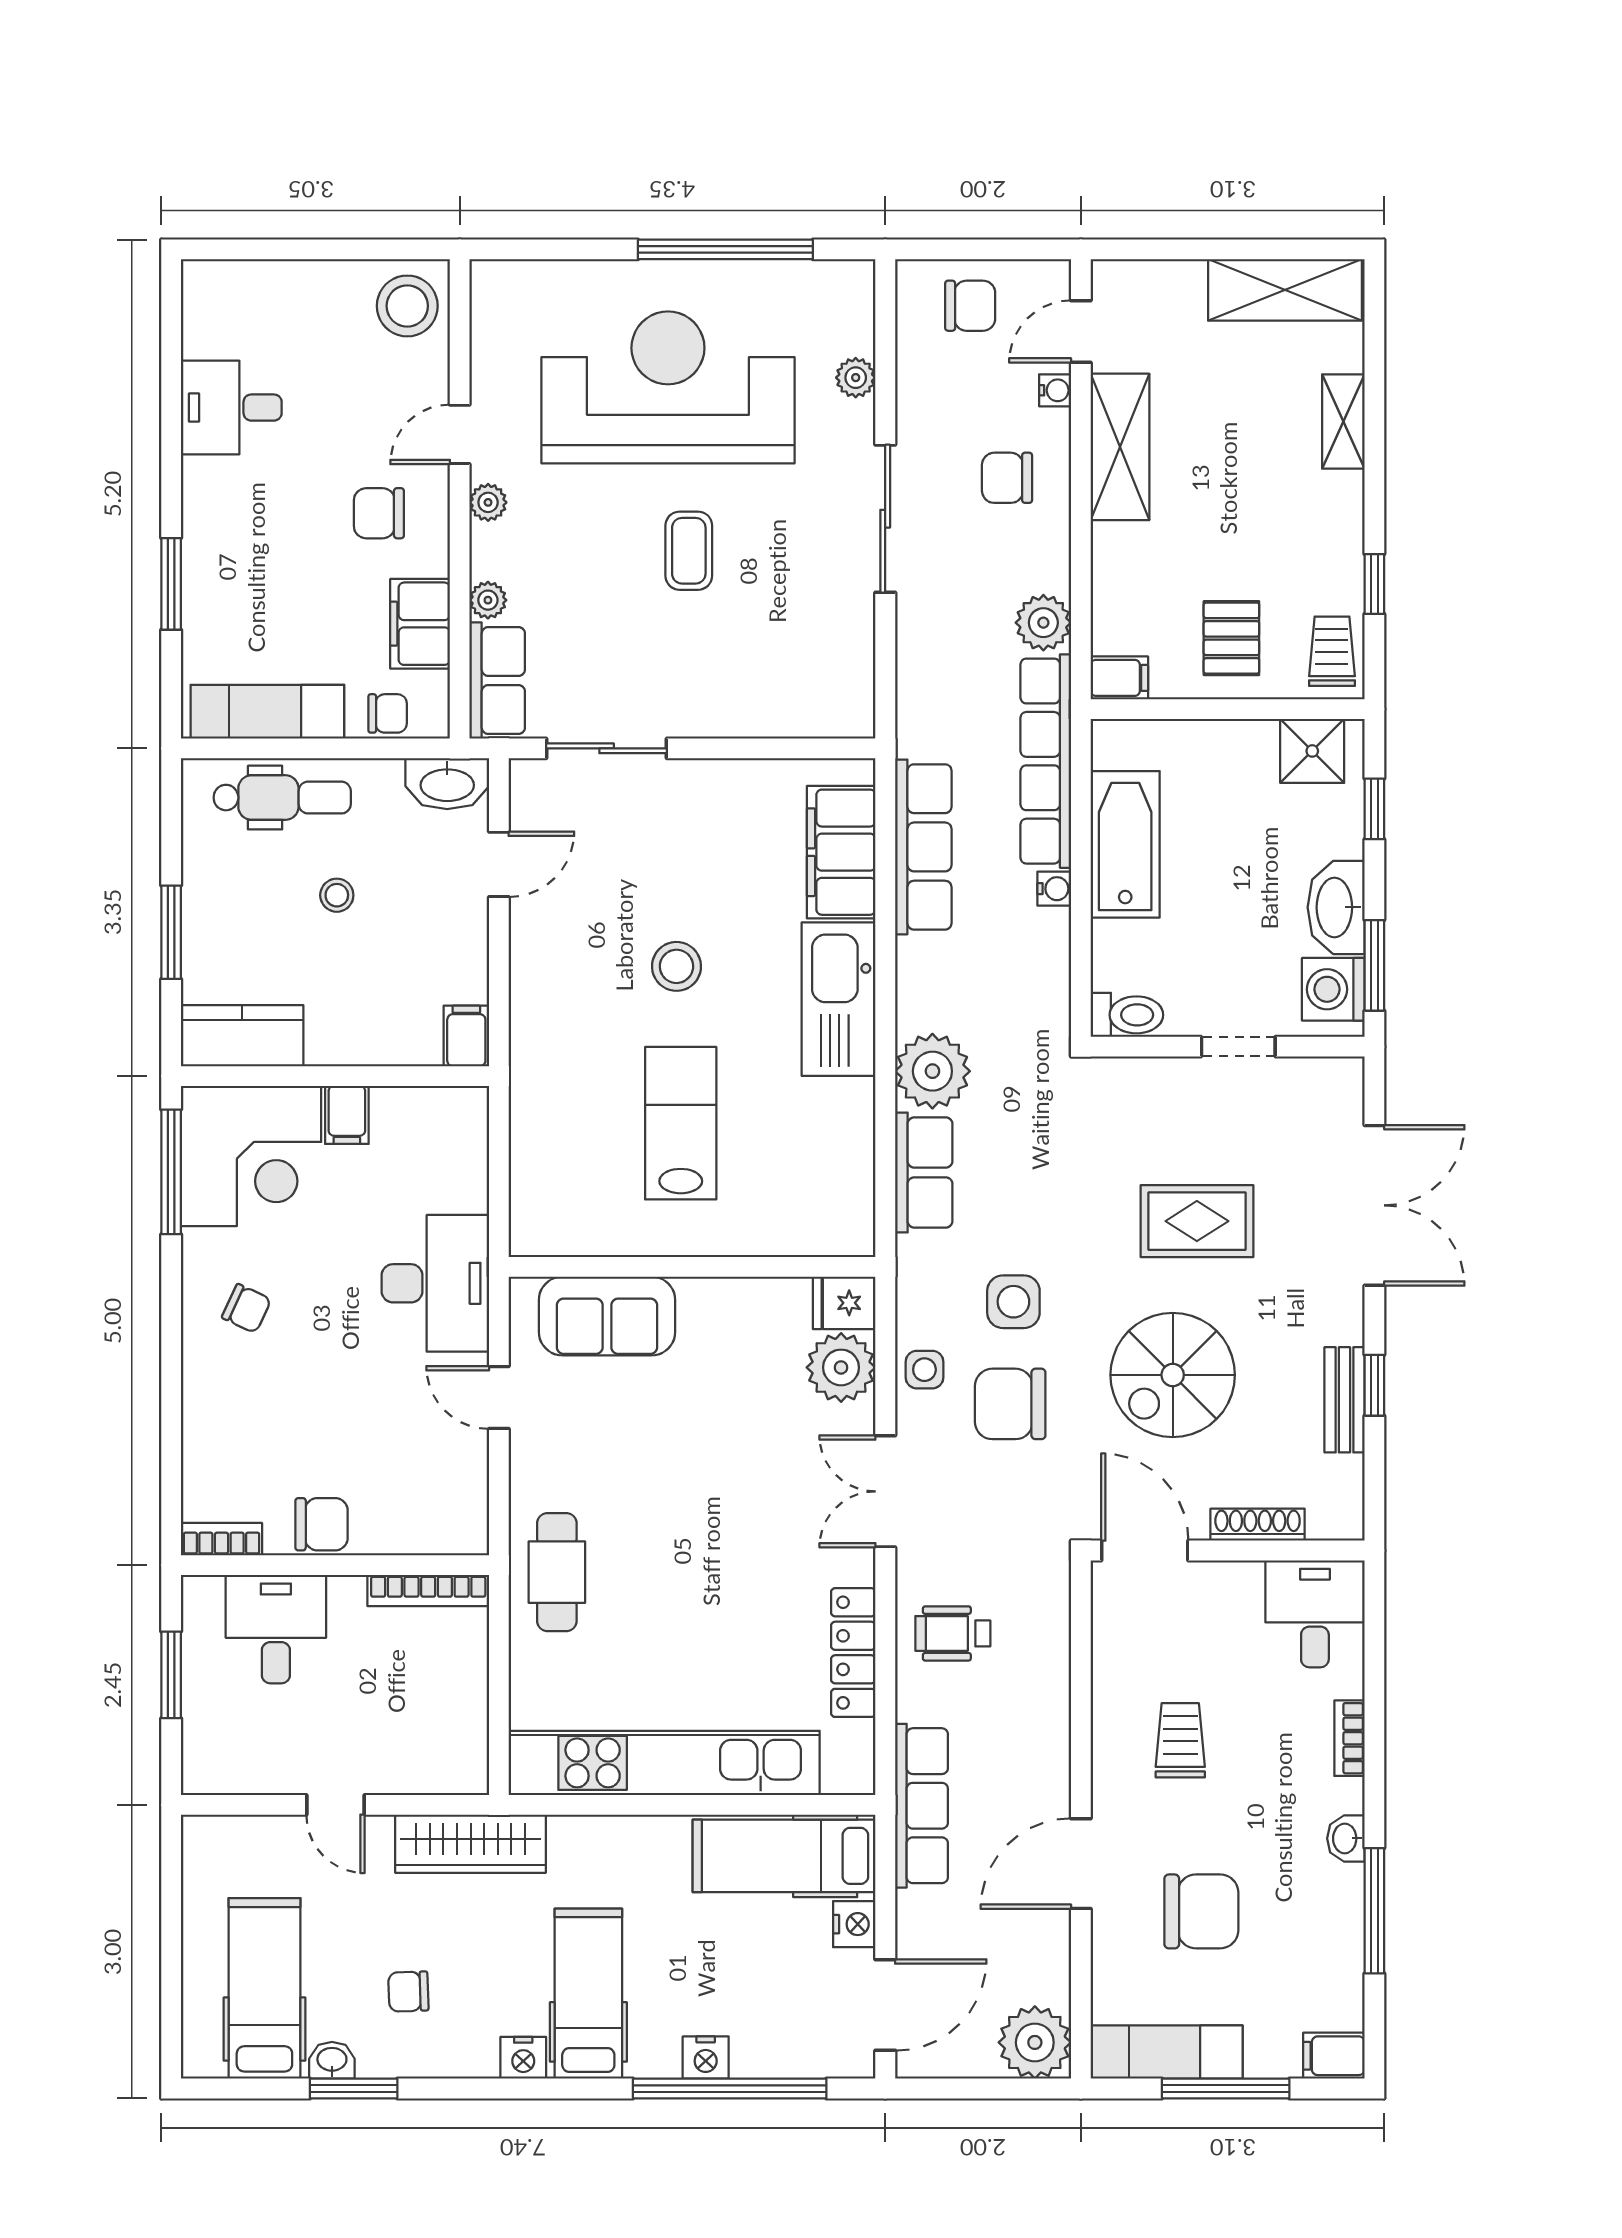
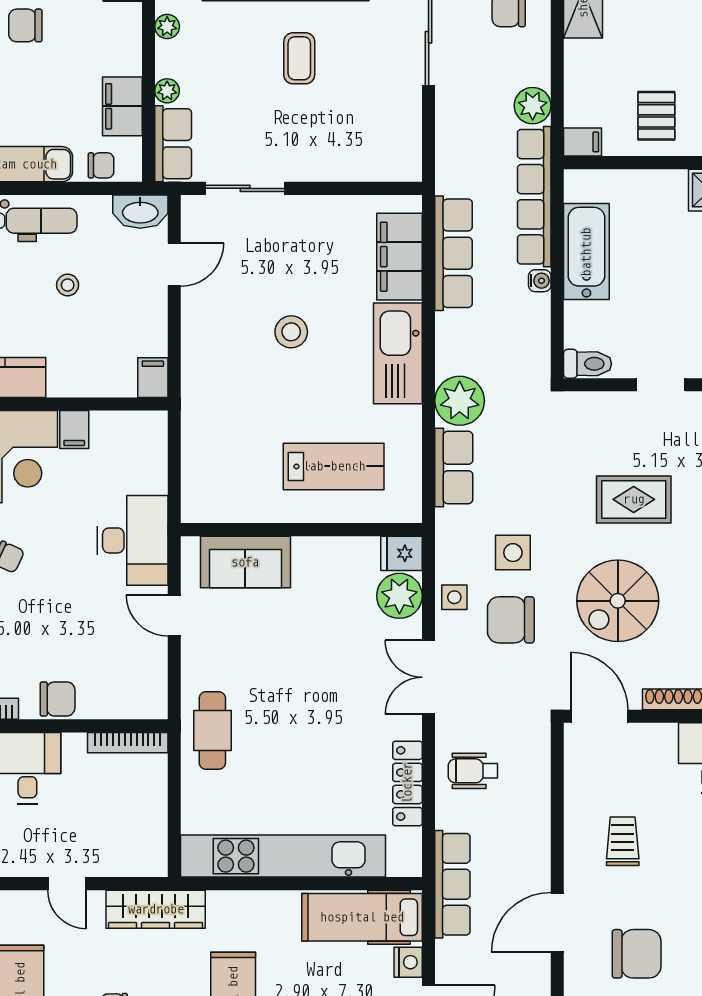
chair: (379, 513) -> (25, 25), moved
lab bench: (681, 1123) -> (334, 466), moved, turned 90

